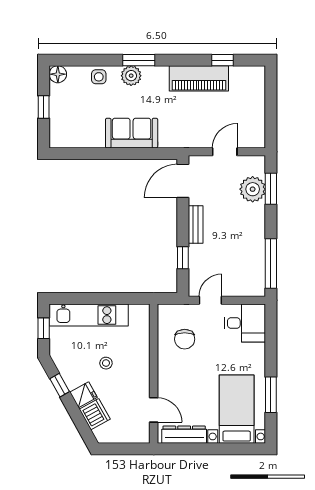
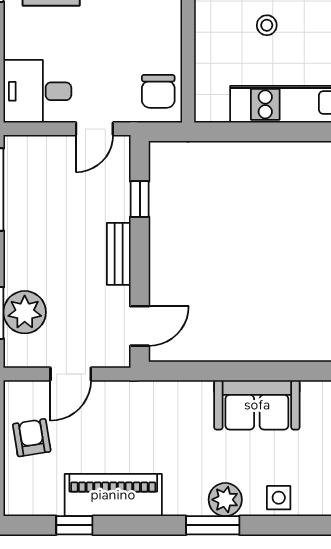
armchair: (248, 113) -> (32, 438), added
sofa: (132, 133) -> (257, 405), moved
door: (183, 181) -> (140, 326), width x0.73
chair: (185, 339) -> (158, 91), moved, turned 180

